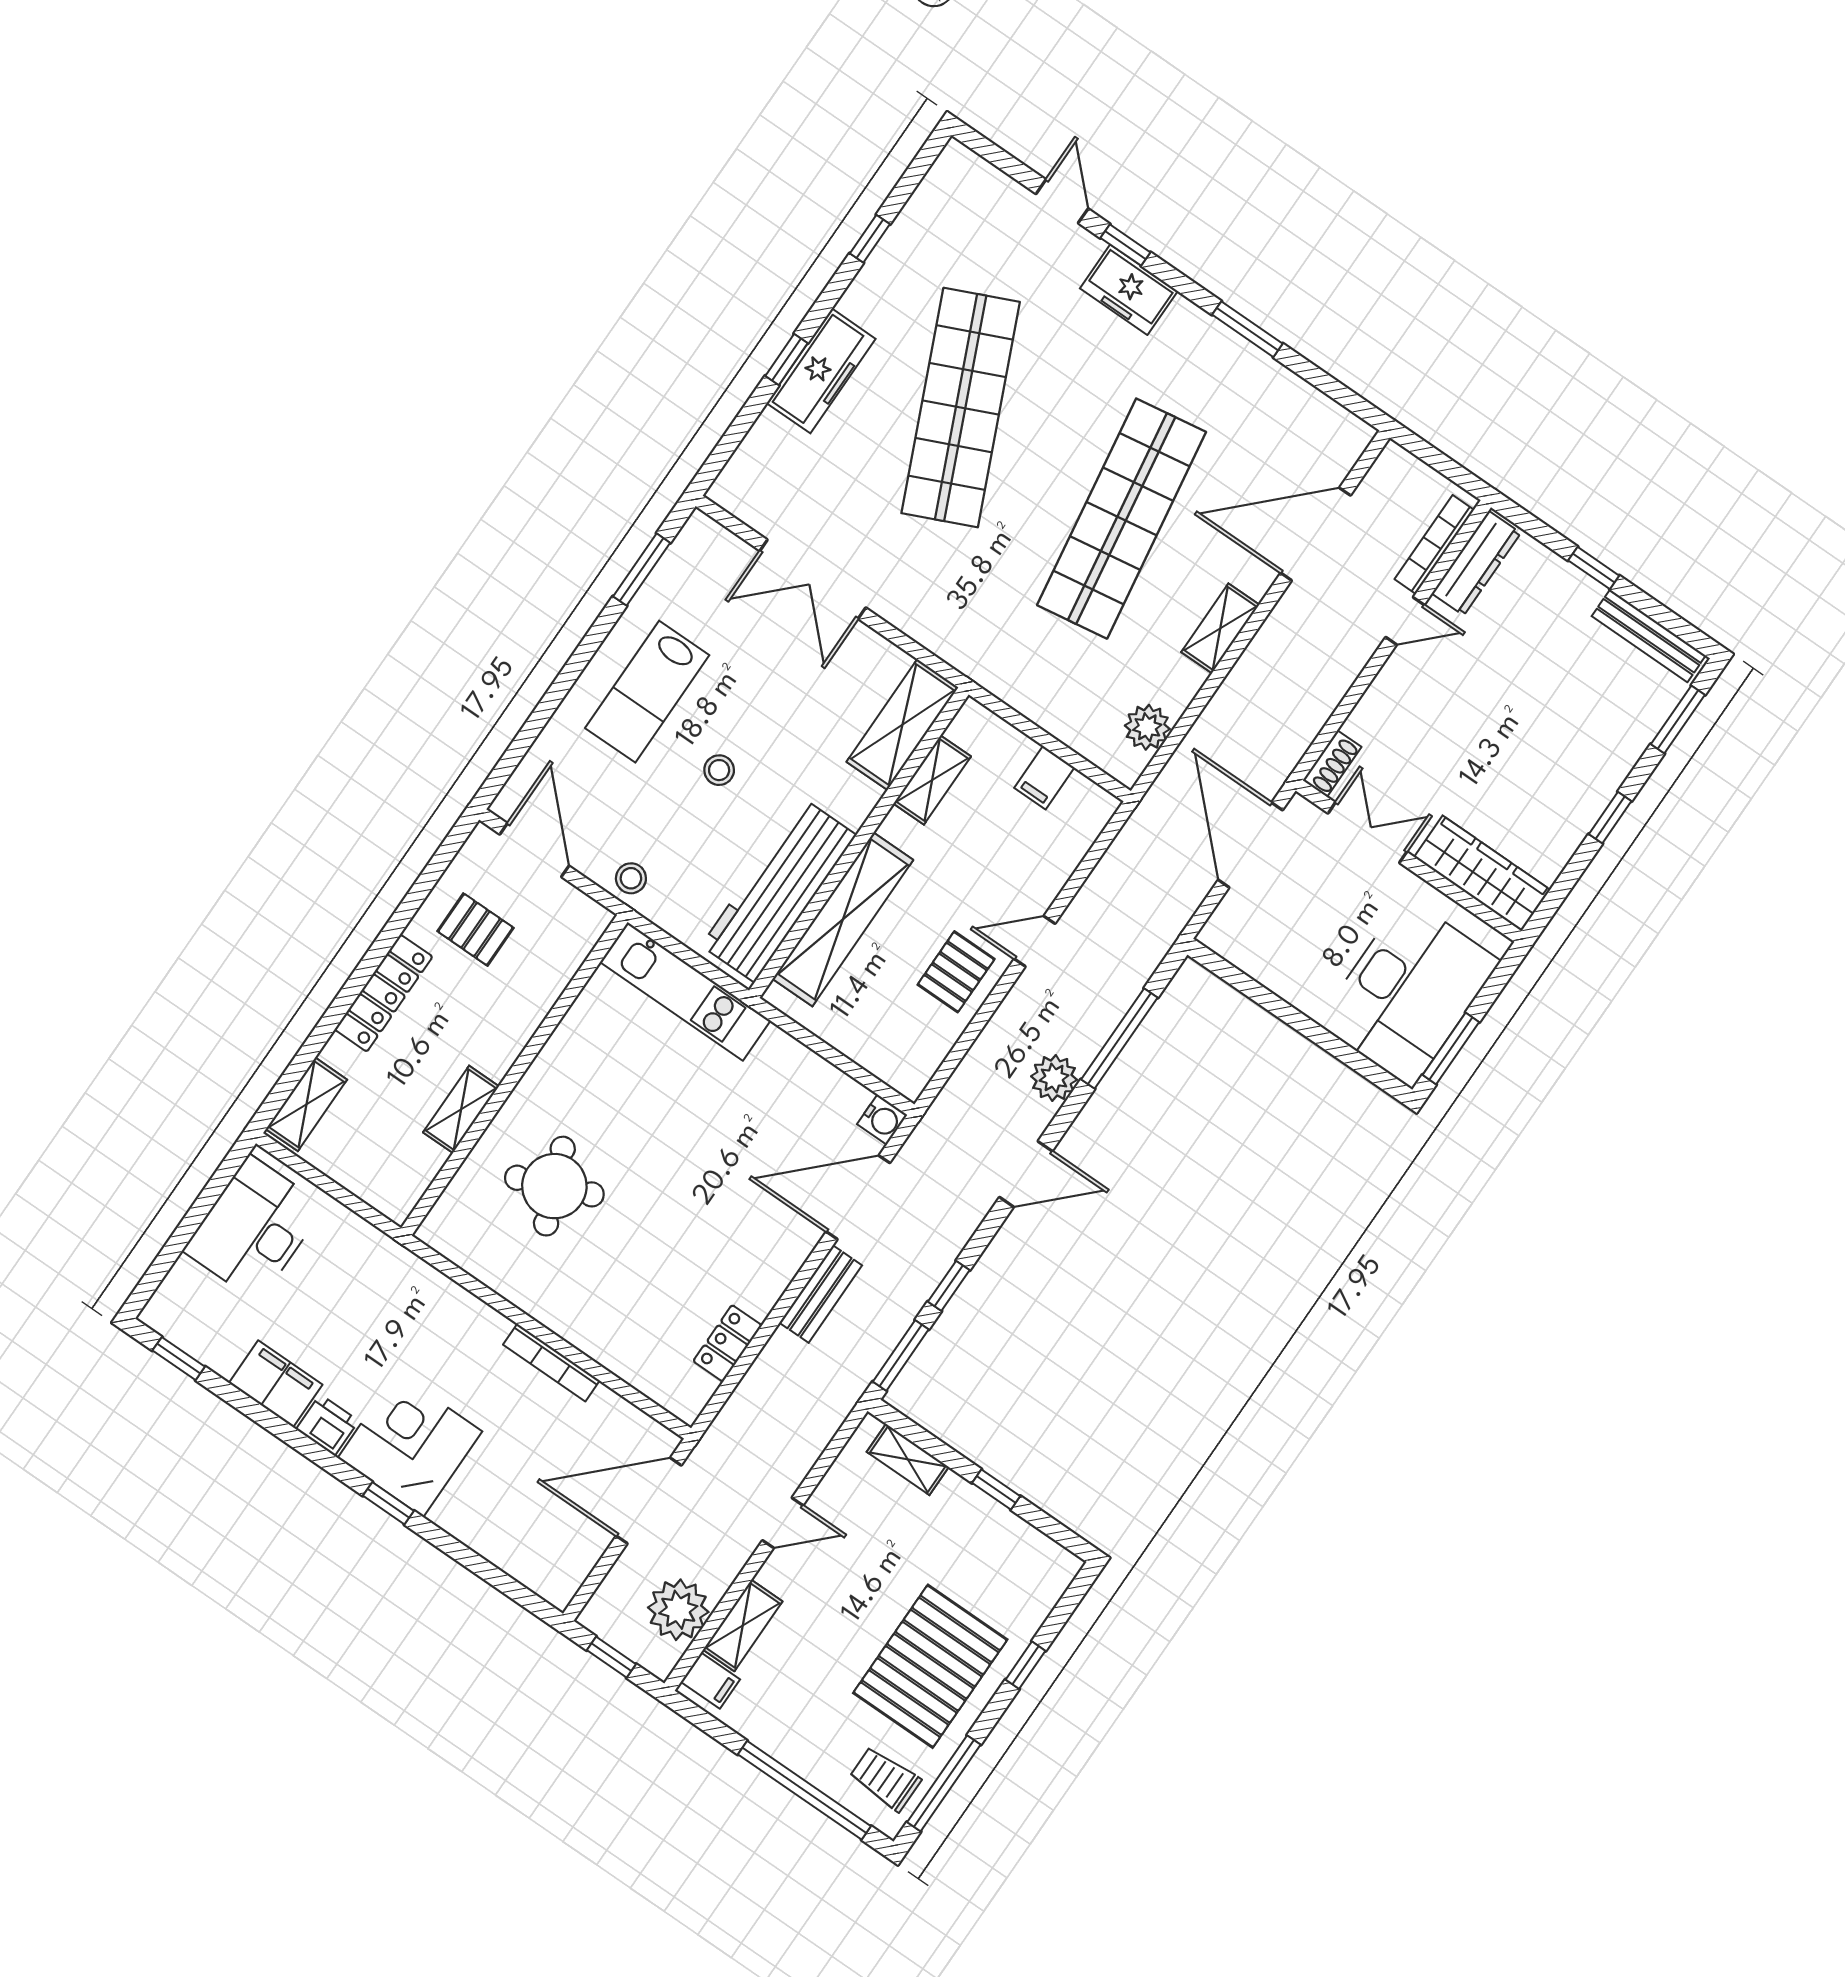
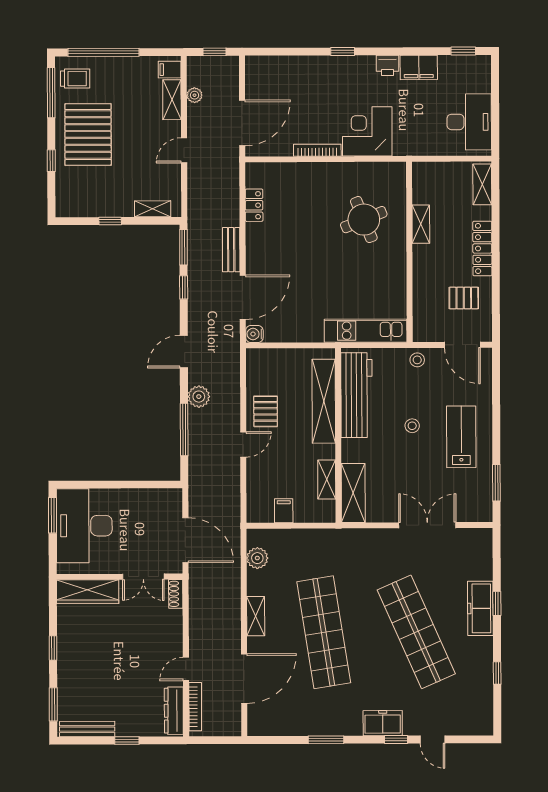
corner desk: (410, 1445) -> (367, 131), moved, turned 180
plant: (678, 1610) -> (195, 95), width x0.53, depth x0.53

